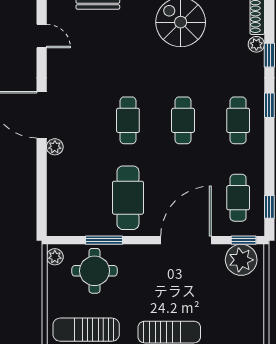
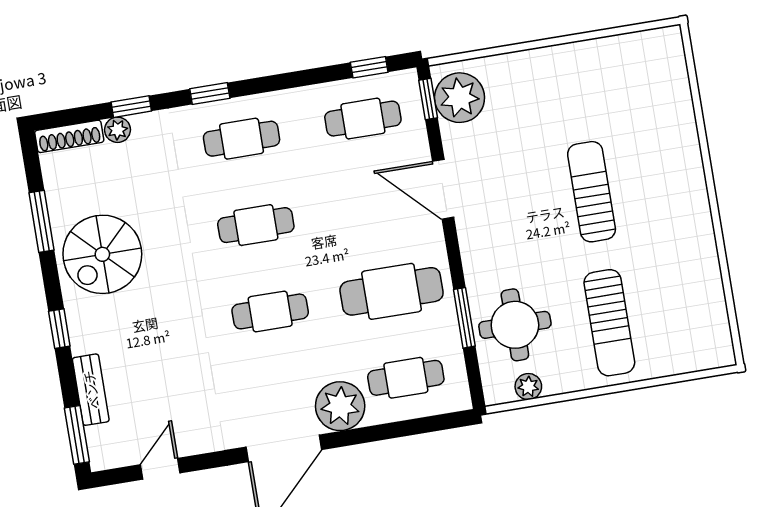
plant: (55, 147) -> (340, 406), width x1.88, depth x1.88
cafe table: (73, 198) -> (406, 378), added
door: (186, 240) -> (443, 189), width x0.73
plant: (55, 257) -> (528, 387), moved

